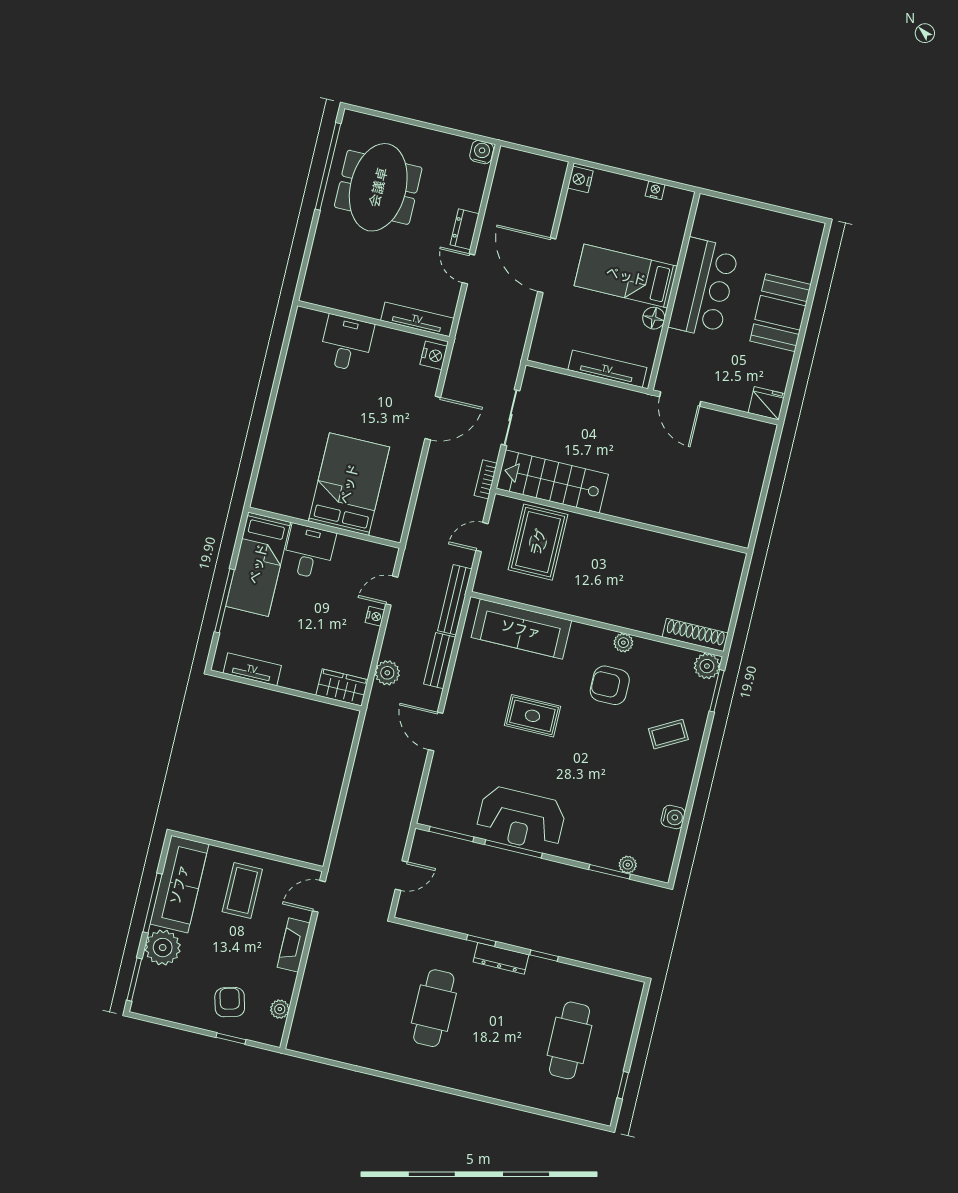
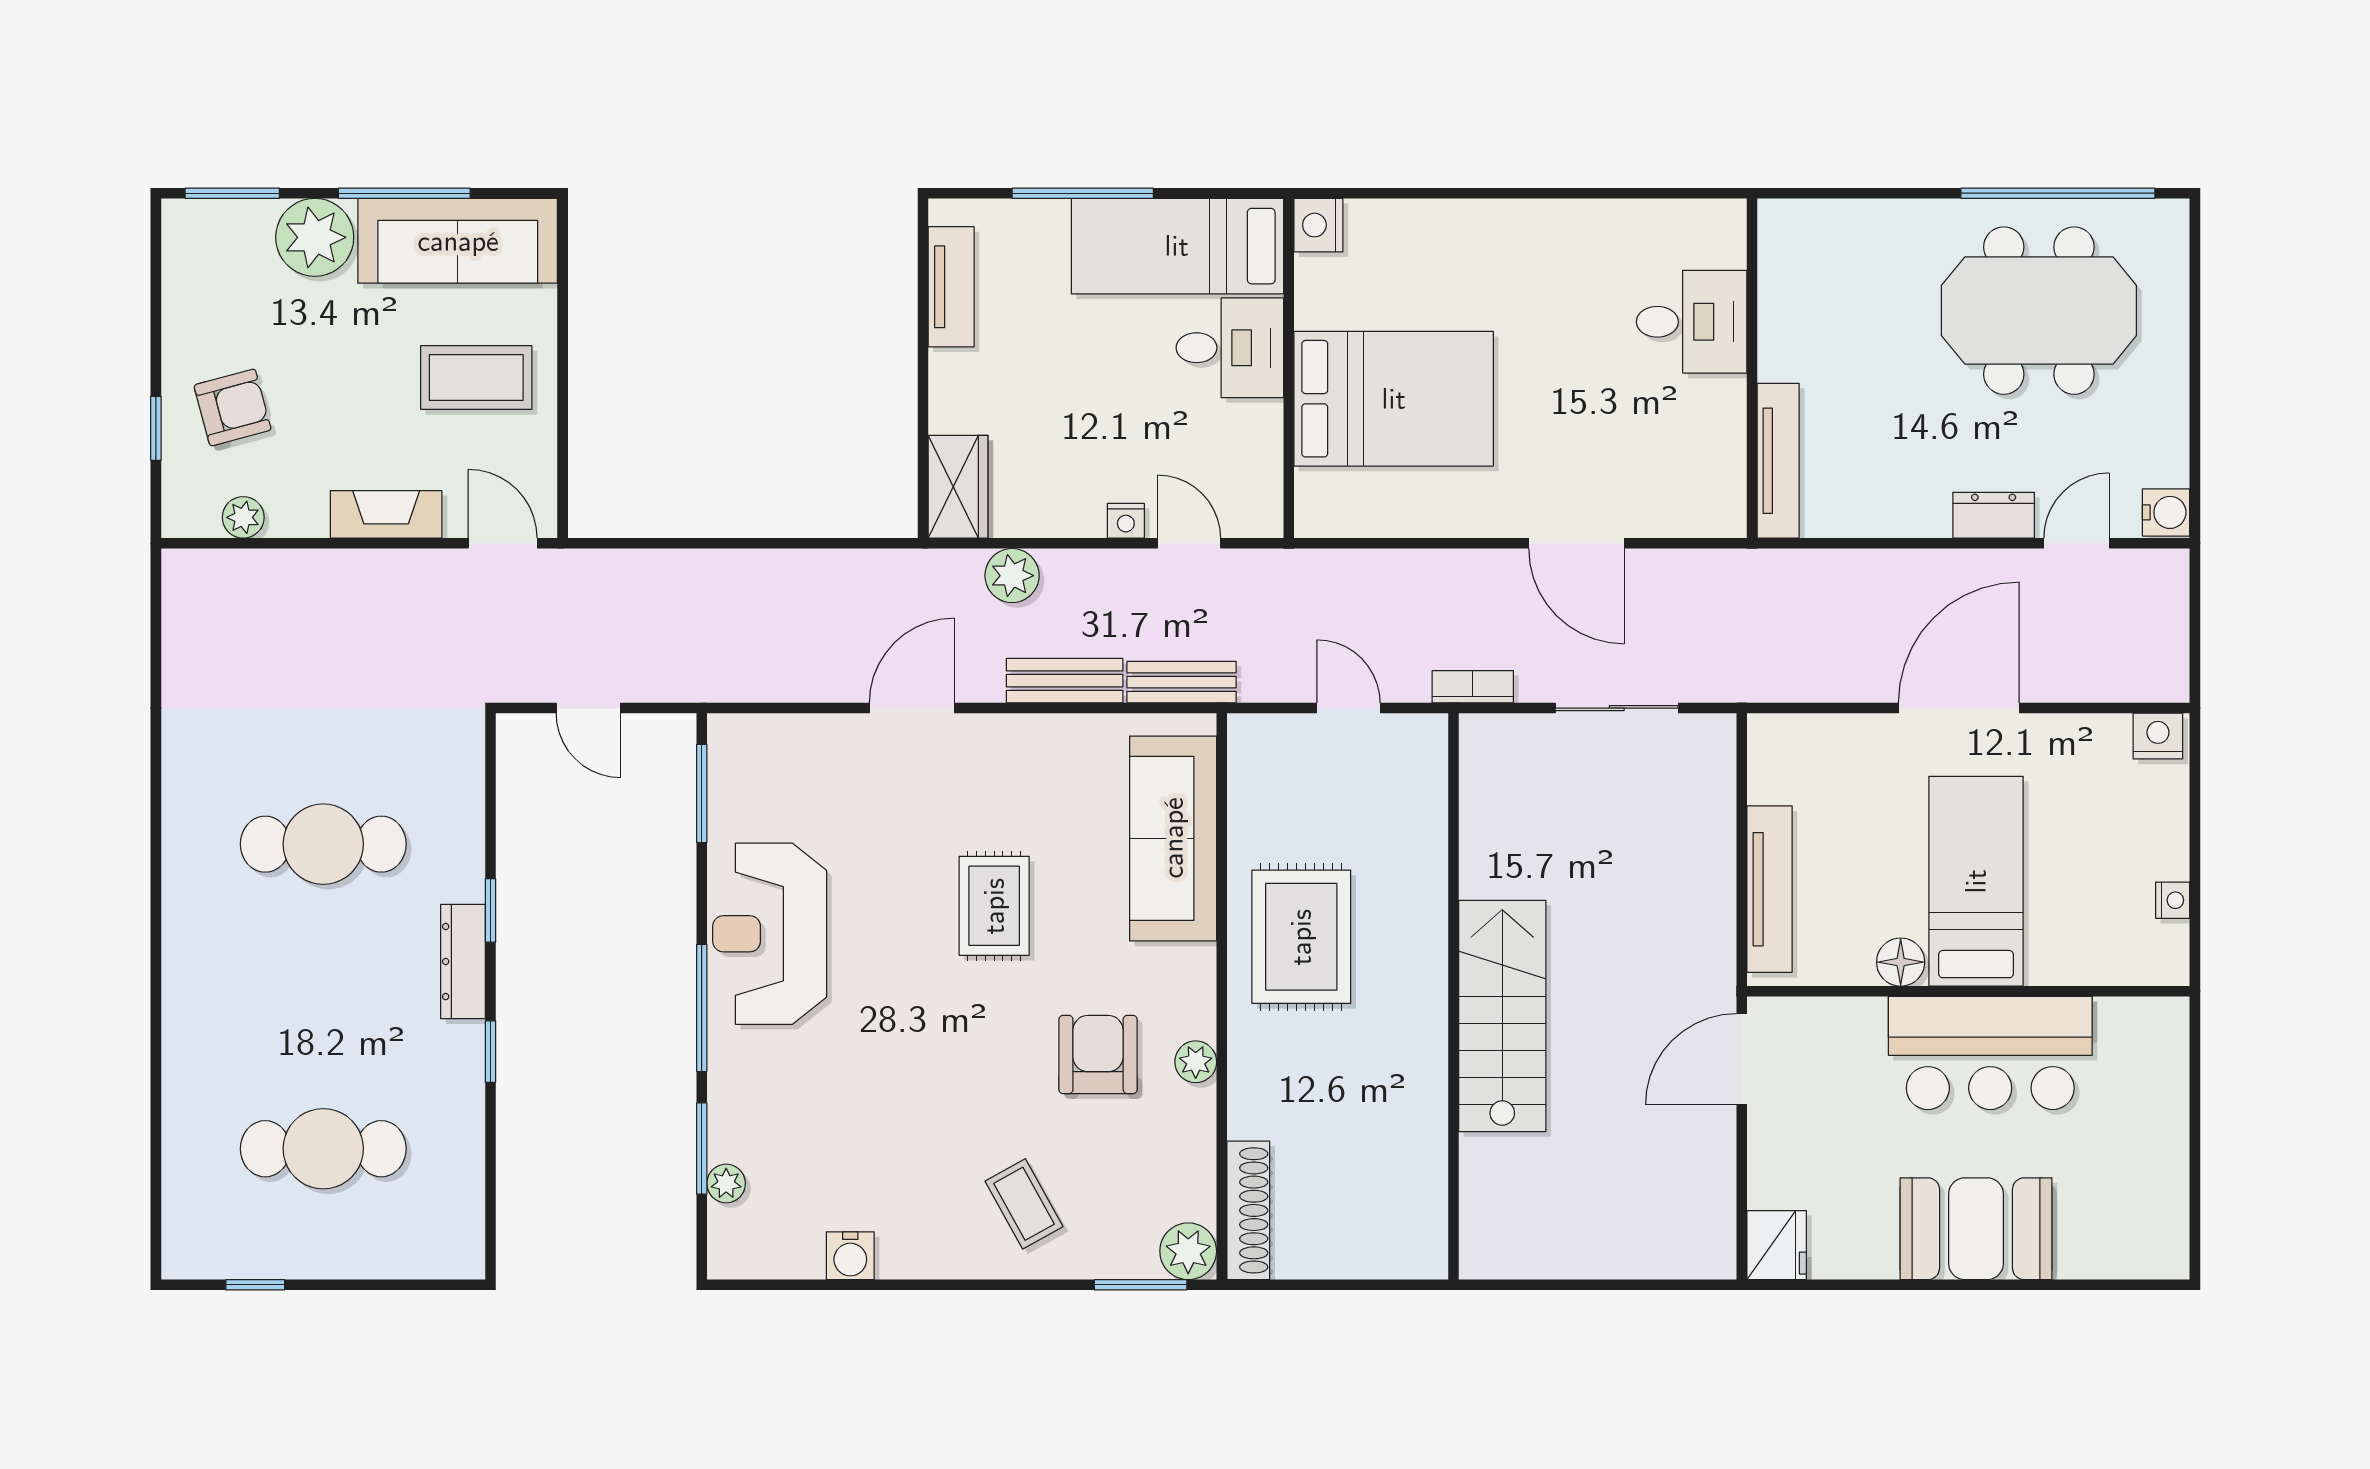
door: (468, 269) -> (2076, 543), moved
nightstand: (434, 355) -> (1318, 225), moved, turned 90
stairs: (552, 481) -> (1502, 1016), moved
rug: (538, 542) -> (1301, 937), moved, turned 90
bench: (455, 600) -> (1181, 682), width x0.73
window: (513, 849) -> (702, 1008), moved

